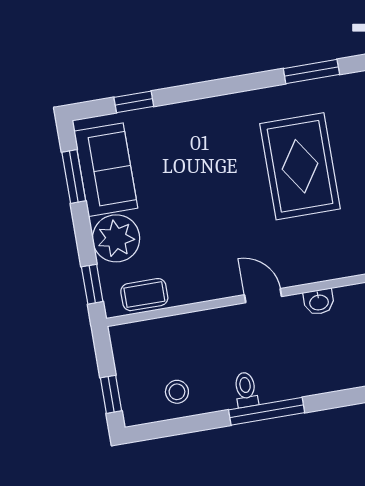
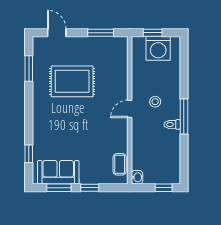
plant: (116, 238) -> (91, 173), removed
window: (92, 284) -> (90, 188), moved
washbasin: (319, 302) -> (137, 177), moved
stool: (177, 392) -> (155, 102), moved

